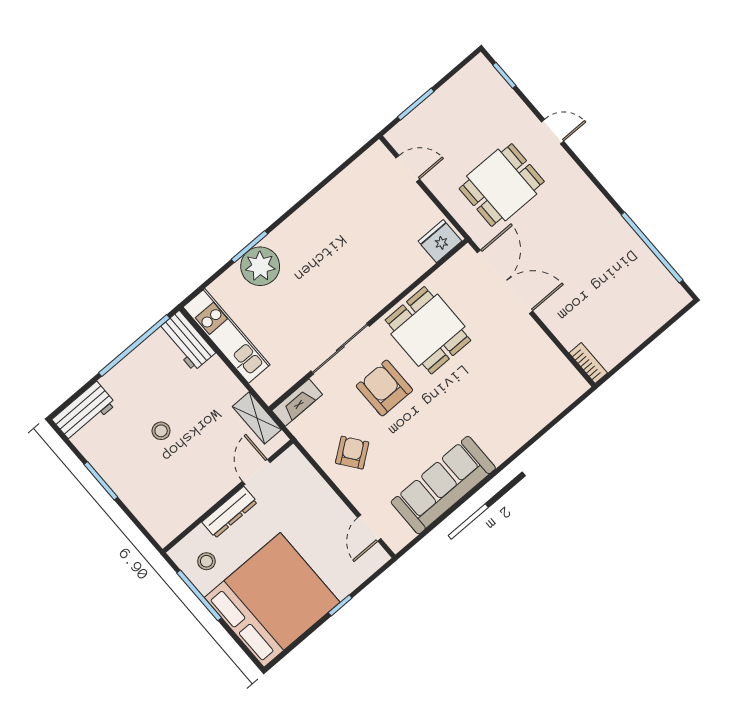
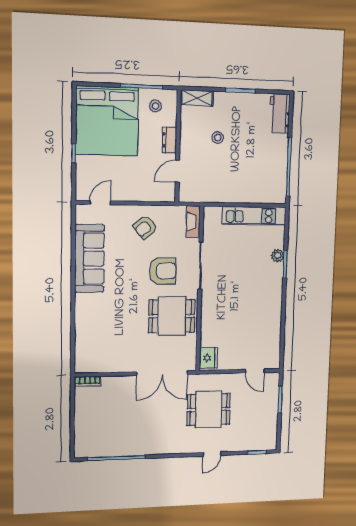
door: (408, 169) -> (255, 371), hinge flipped
dining table: (502, 185) -> (209, 409), turned 90
plant: (260, 266) -> (278, 256), width x0.53, depth x0.53
workbench: (187, 341) -> (269, 194), removed
shelving: (257, 418) -> (197, 98), moved
stool: (161, 431) -> (218, 137), moved
armchair: (352, 453) -> (145, 227), turned 88
door: (256, 472) -> (177, 171), swing flipped
dresser: (230, 512) -> (169, 140), width x0.70
door: (369, 528) -> (100, 203), hinge flipped

